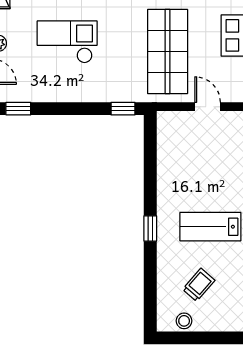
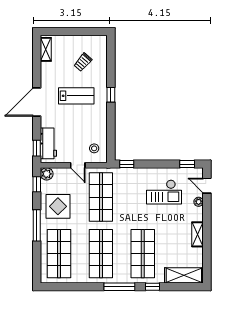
checkout: (67, 42) -> (164, 192), moved
stool: (184, 321) -> (94, 148), moved

